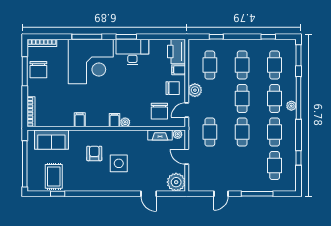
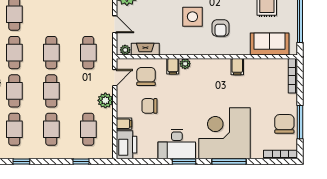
chair: (173, 88) -> (149, 106), moved
filing cabinet: (114, 120) -> (173, 66), moved

